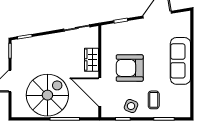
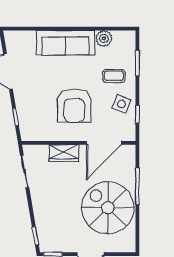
plant: (184, 92) -> (104, 38), added

